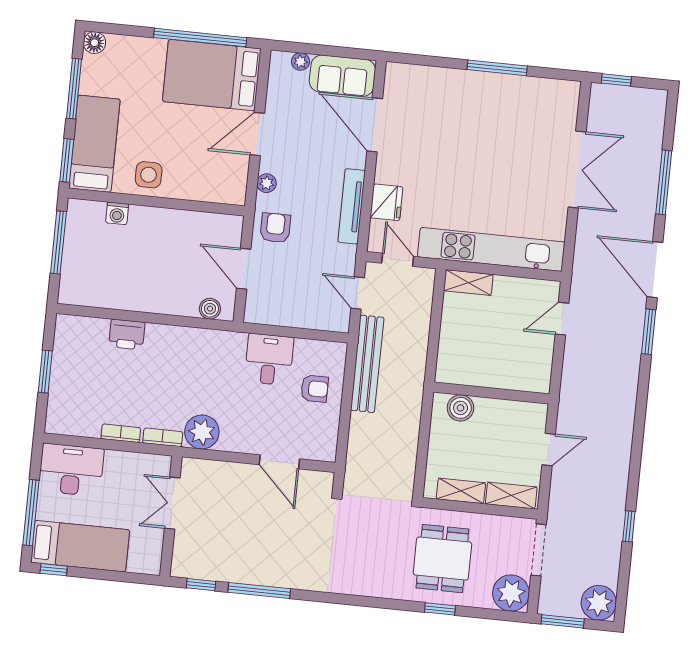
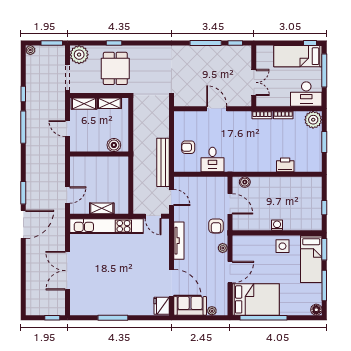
window: (664, 182) -> (23, 127), moved
fridge: (386, 202) -> (162, 306), moved
washing machine: (117, 213) -> (277, 225), moved
window: (58, 242) -> (324, 208), width x0.46
door: (655, 270) -> (23, 224), hinge flipped
shelving: (468, 283) -> (102, 208), moved
plant: (202, 432) -> (313, 120), moved
door: (549, 449) -> (67, 129), hinge flipped
door: (279, 462) -> (217, 109), moved
plant: (599, 603) -> (30, 50), width x0.53, depth x0.53

